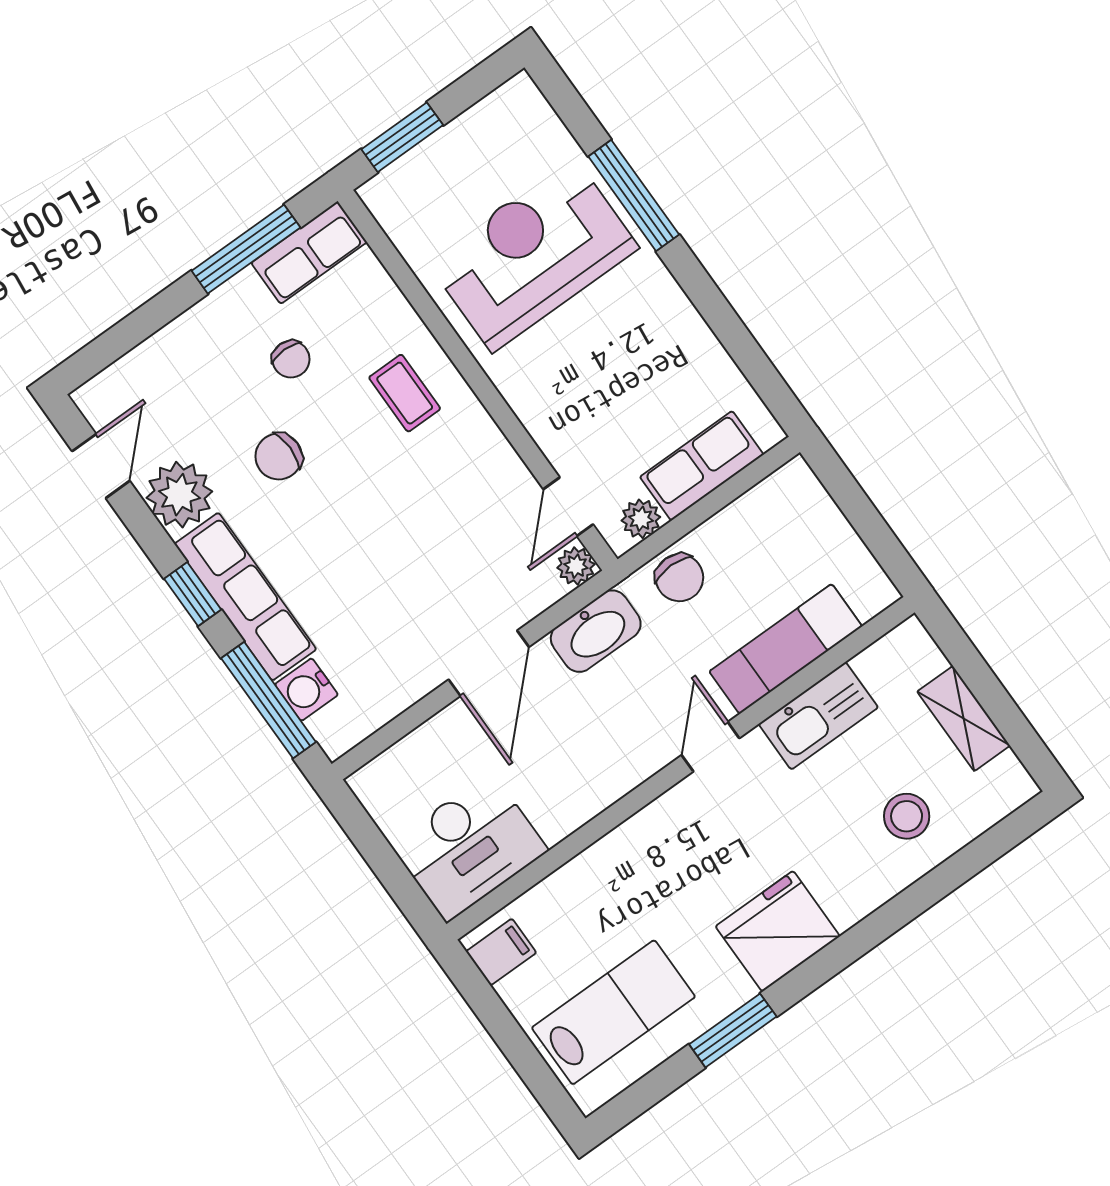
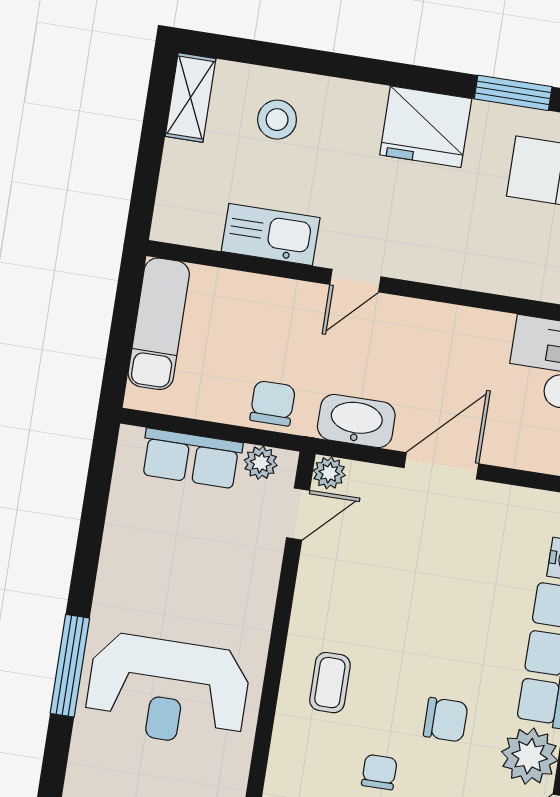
exam couch: (786, 649) -> (159, 324), moved, turned -90
shelving: (964, 719) -> (191, 98), moved

